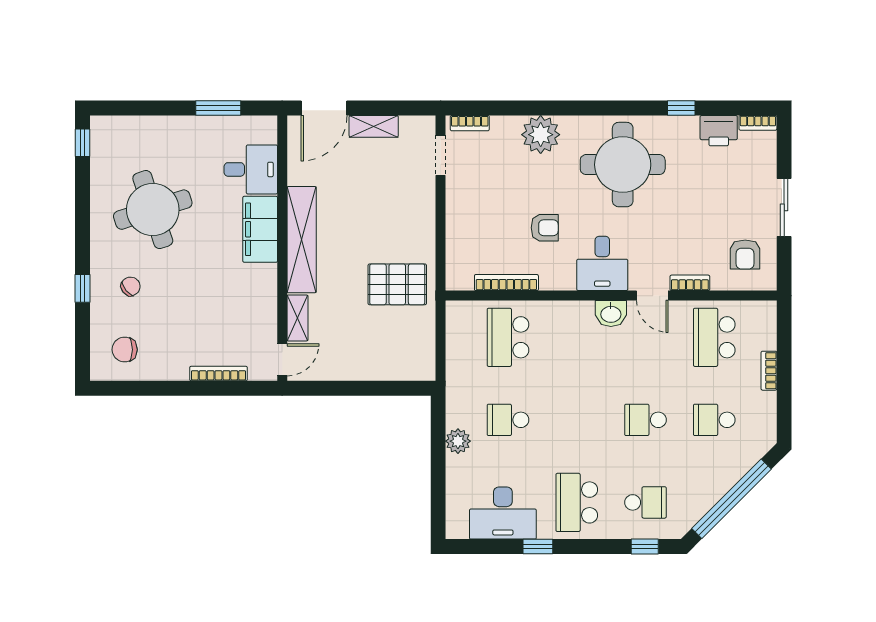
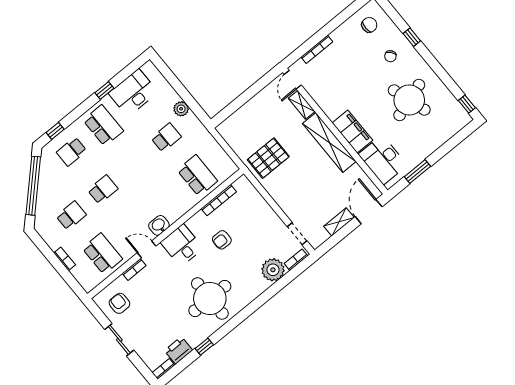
plant: (541, 135) -> (273, 270), moved
desk: (251, 169) -> (383, 160), width x1.37

